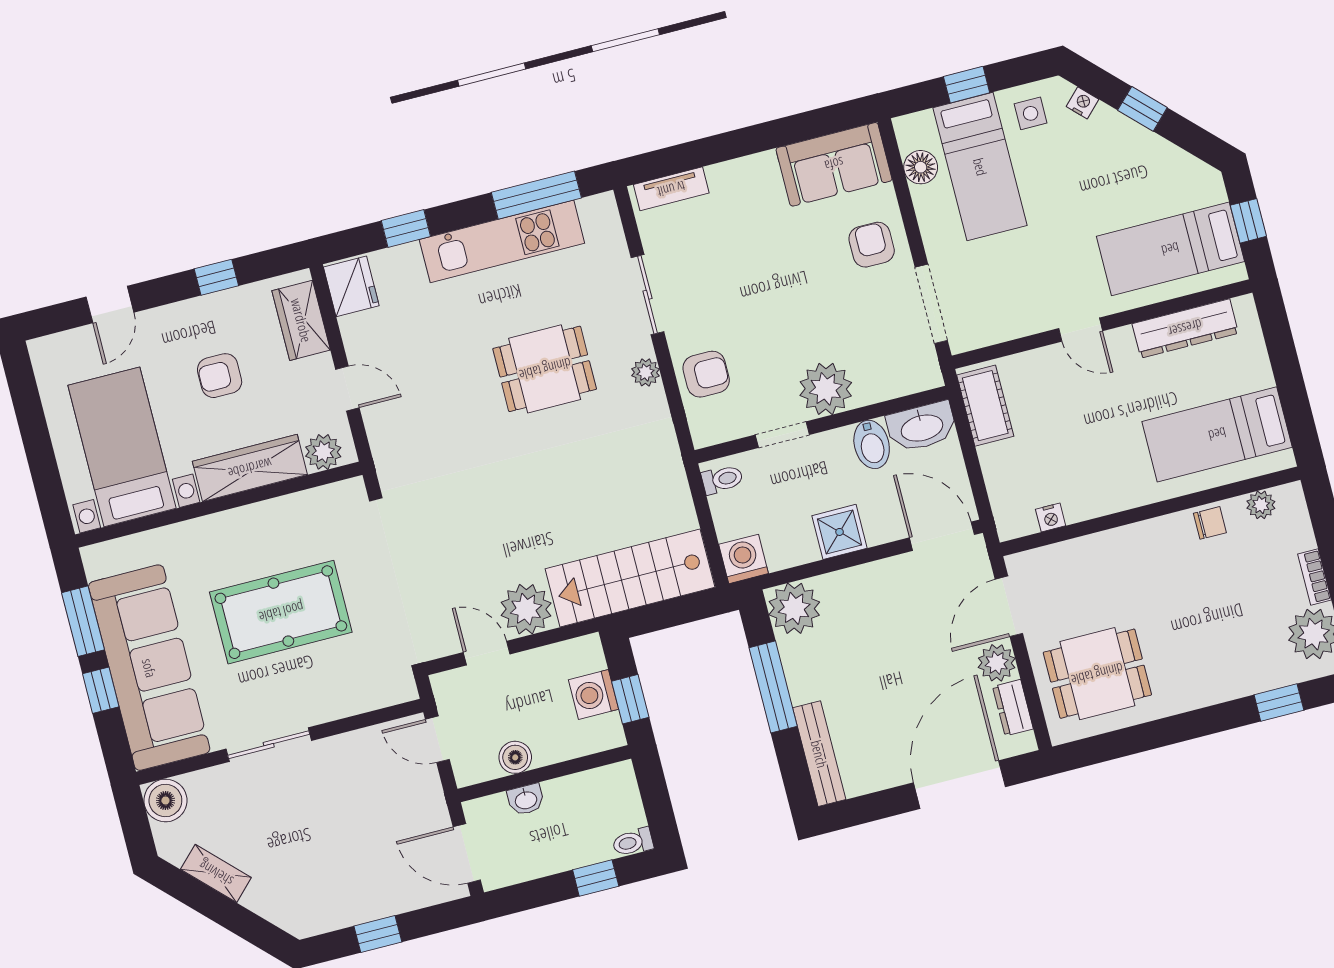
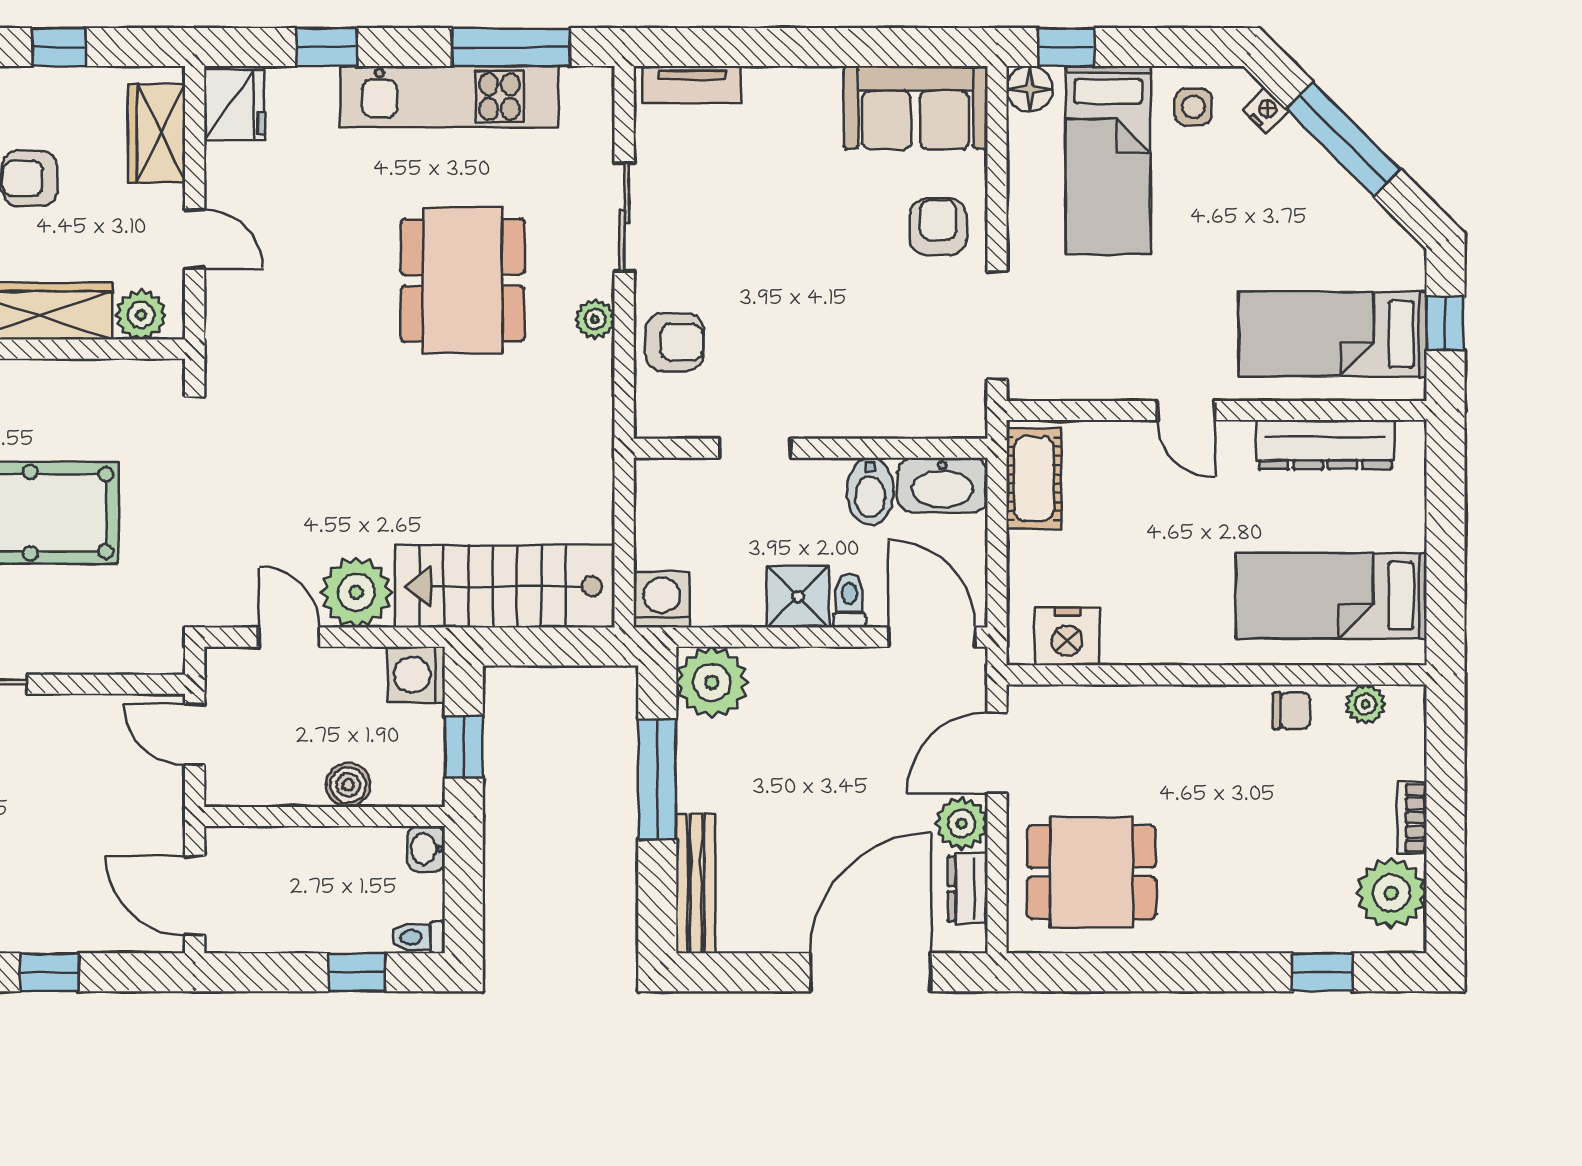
window: (967, 85) -> (1066, 47), moved
window: (1142, 109) -> (1343, 139), width x2.17
floor lamp: (921, 167) -> (1029, 89), moved
dining table: (545, 369) -> (463, 280), width x1.38
plant: (826, 389) -> (828, 402), removed
toilet: (722, 479) -> (849, 601), moved, turned -90
nightstand: (1051, 517) -> (1067, 636), width x1.89, depth x1.79
washing machine: (593, 694) -> (417, 675), moved
boiler: (515, 757) -> (348, 785), moved
washbasin: (526, 800) -> (426, 849), moved, turned 90

